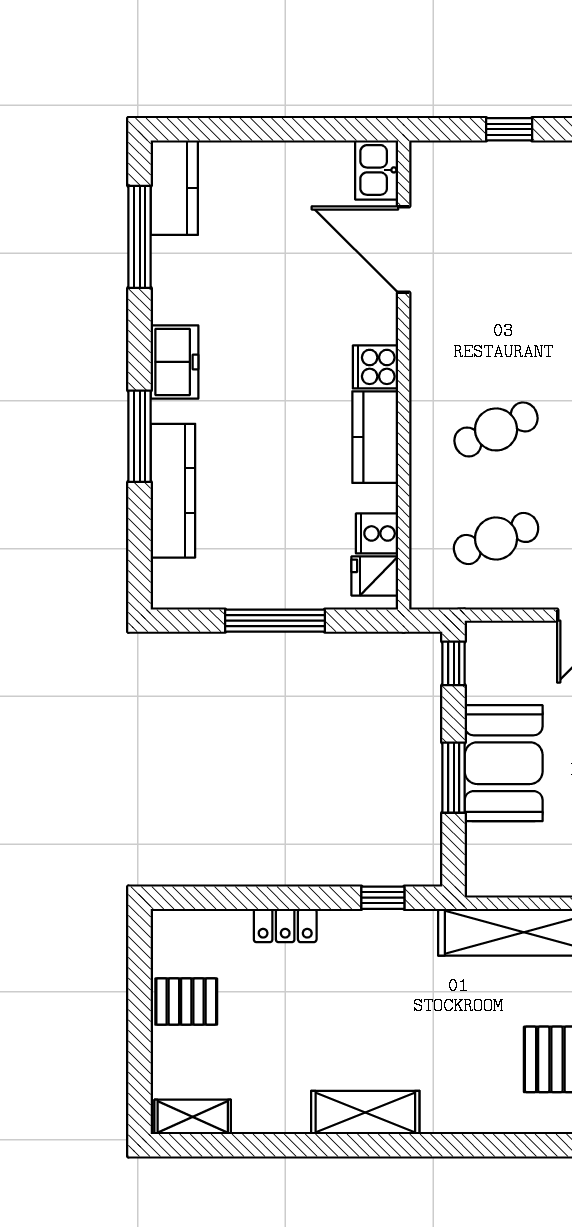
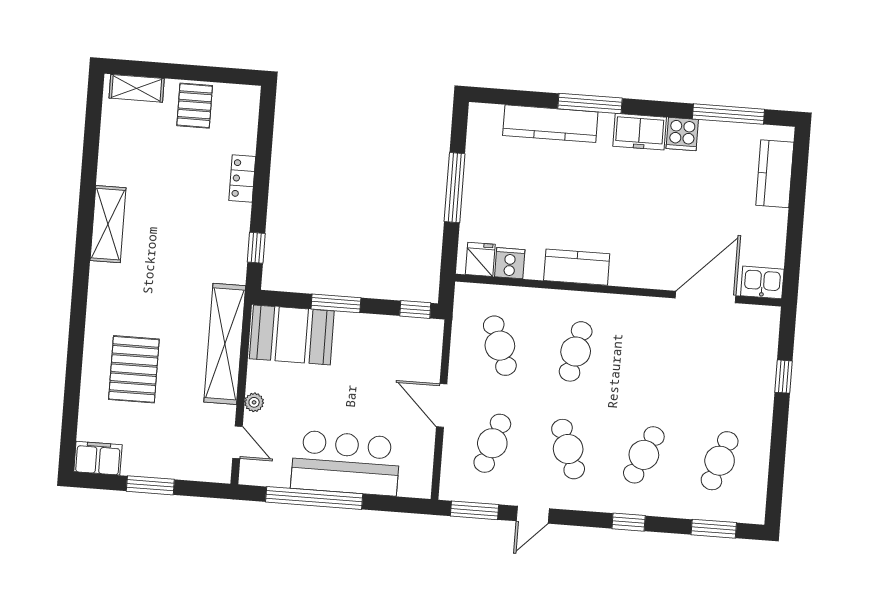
kitchen counter: (174, 188) -> (775, 174), moved, turned 90
cooker: (376, 367) -> (682, 134), moved, turned 180
cafe table: (496, 429) -> (576, 351), turned 36
booth: (504, 763) -> (292, 335), moved
shelving: (193, 1117) -> (137, 88), moved, turned 90

